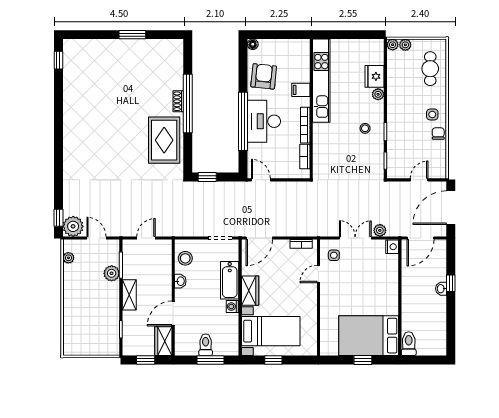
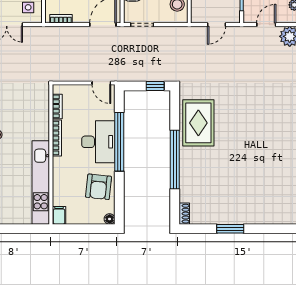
filing cabinet: (301, 90) -> (59, 215), moved, turned -90
shoe rack: (178, 101) -> (184, 214), moved
door: (96, 238) -> (266, 25), swing flipped

